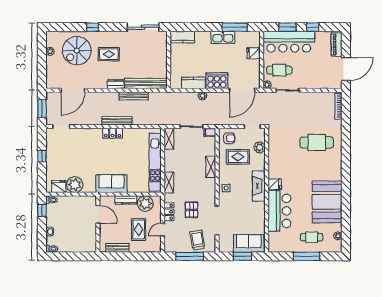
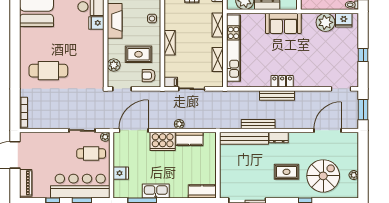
shelving: (169, 139) -> (218, 60), moved

